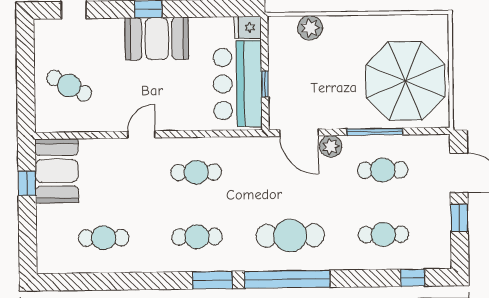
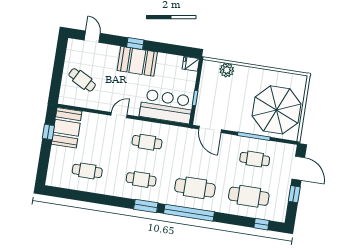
bar counter: (238, 84) -> (166, 106), moved, turned 90
plant: (331, 146) -> (227, 140), removed
cafe table: (383, 234) -> (249, 196), width x1.37, depth x1.35

